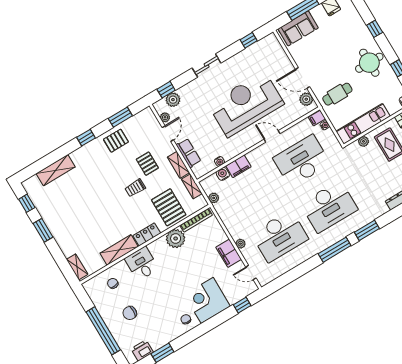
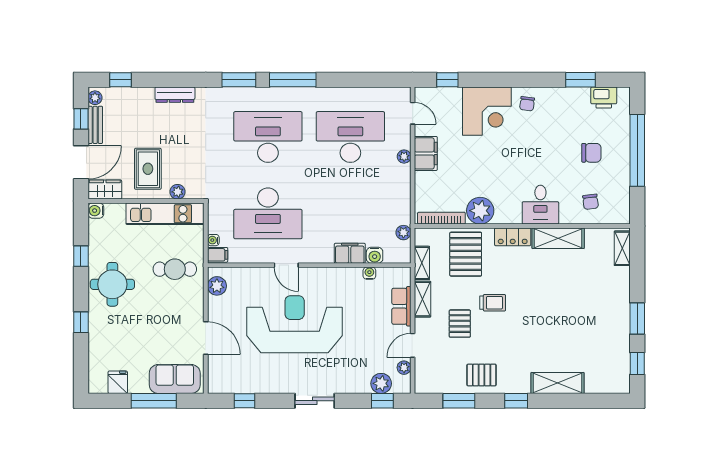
door: (303, 78) -> (206, 338), moved
reception desk: (246, 104) -> (295, 324), turned 180
shelving: (56, 170) -> (557, 383), moved

